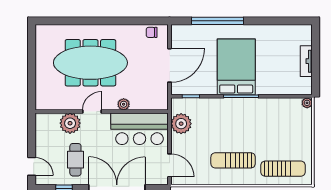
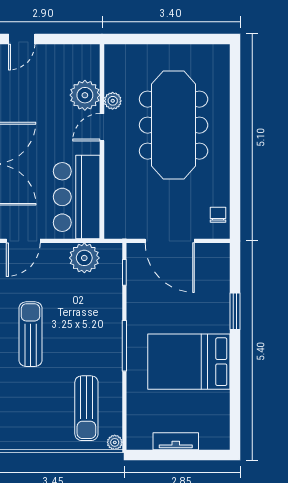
window: (218, 21) -> (235, 311), width x0.47
bed: (236, 67) -> (189, 362), moved, turned 180
plant: (124, 104) -> (113, 101), moved
door: (92, 112) -> (102, 127), swing flipped
cafe table: (75, 160) -> (31, 103), removed
sun lounger: (283, 169) -> (86, 408), moved

